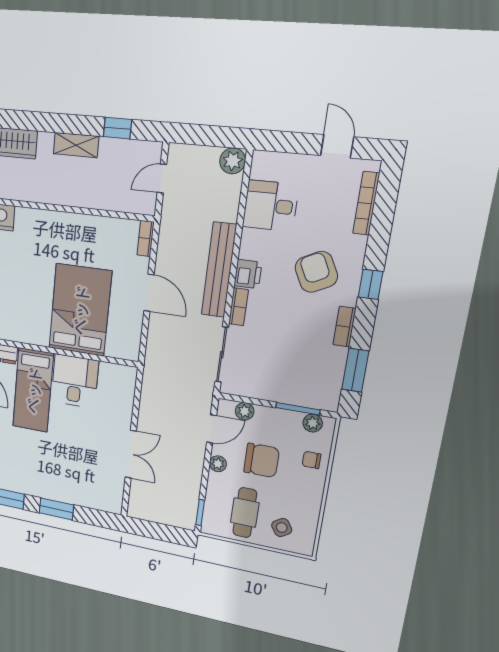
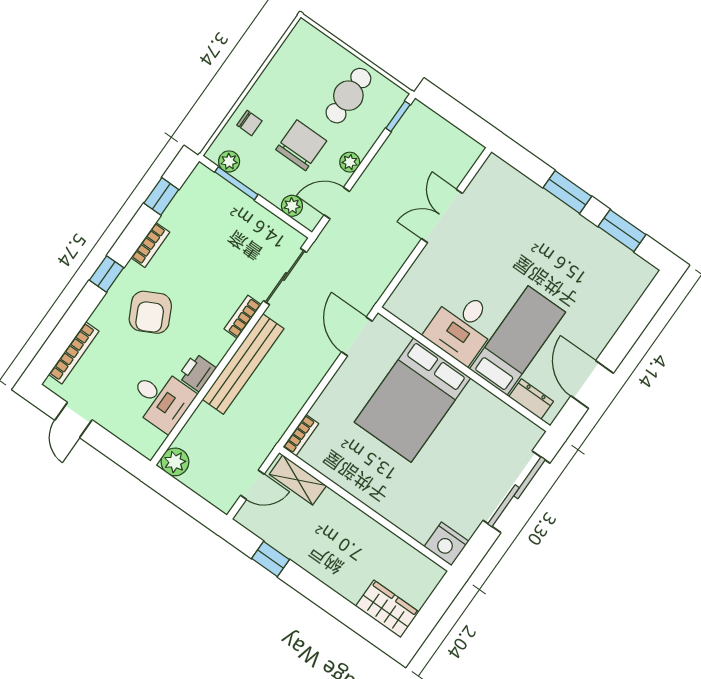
shelving: (76, 145) -> (298, 480), moved
printer: (248, 274) -> (197, 372), moved
door: (149, 293) -> (357, 337), moved
window: (355, 370) -> (161, 196), width x0.67
chair: (262, 460) -> (301, 145), turned 90
side table: (282, 528) -> (317, 63), removed

